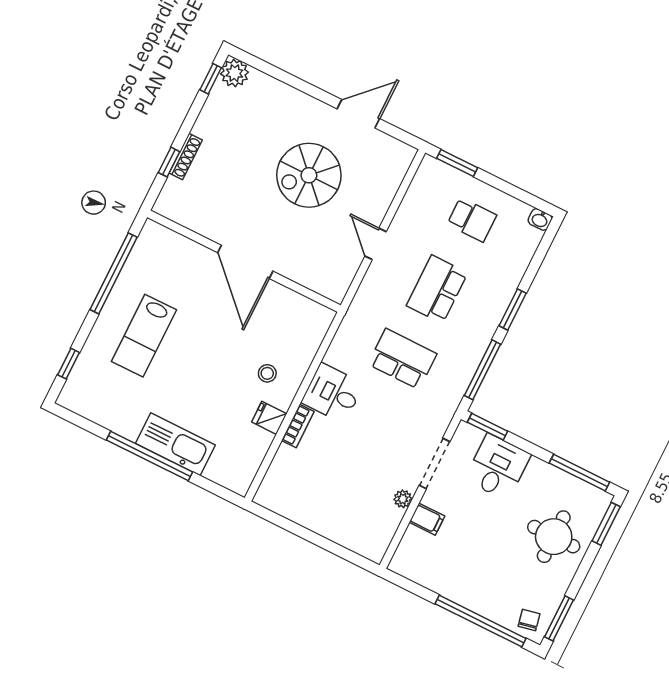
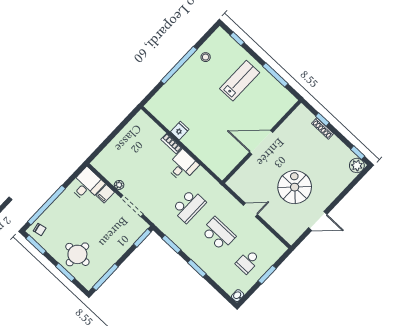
door: (358, 114) -> (318, 221), hinge flipped
window: (457, 163) -> (267, 275), moved
window: (114, 273) -> (275, 75), width x0.68
lab bench: (144, 336) -> (240, 81), turned 90
window: (482, 370) -> (171, 244), width x0.69
stool: (267, 373) -> (206, 57), moved
kitchen sink: (175, 444) -> (181, 80), removed
desk: (498, 467) -> (87, 185), moved, turned -90
window: (606, 524) -> (65, 272), moved

